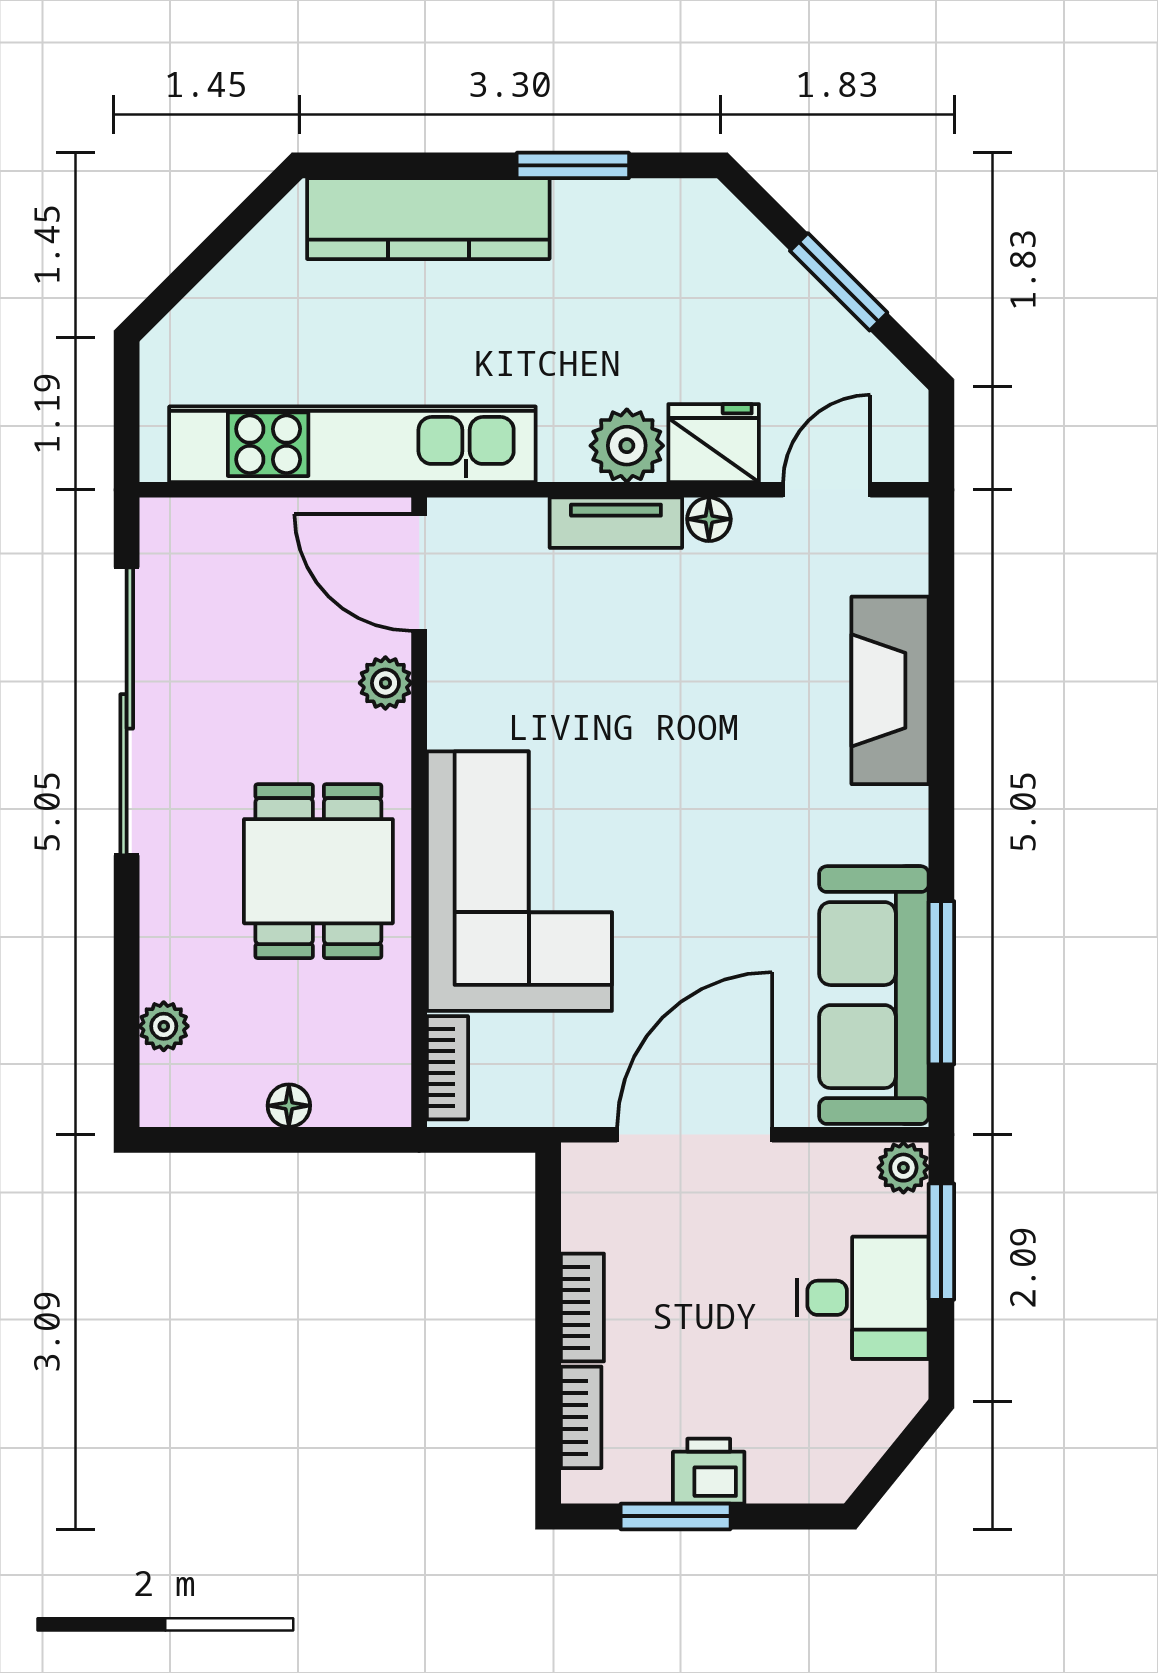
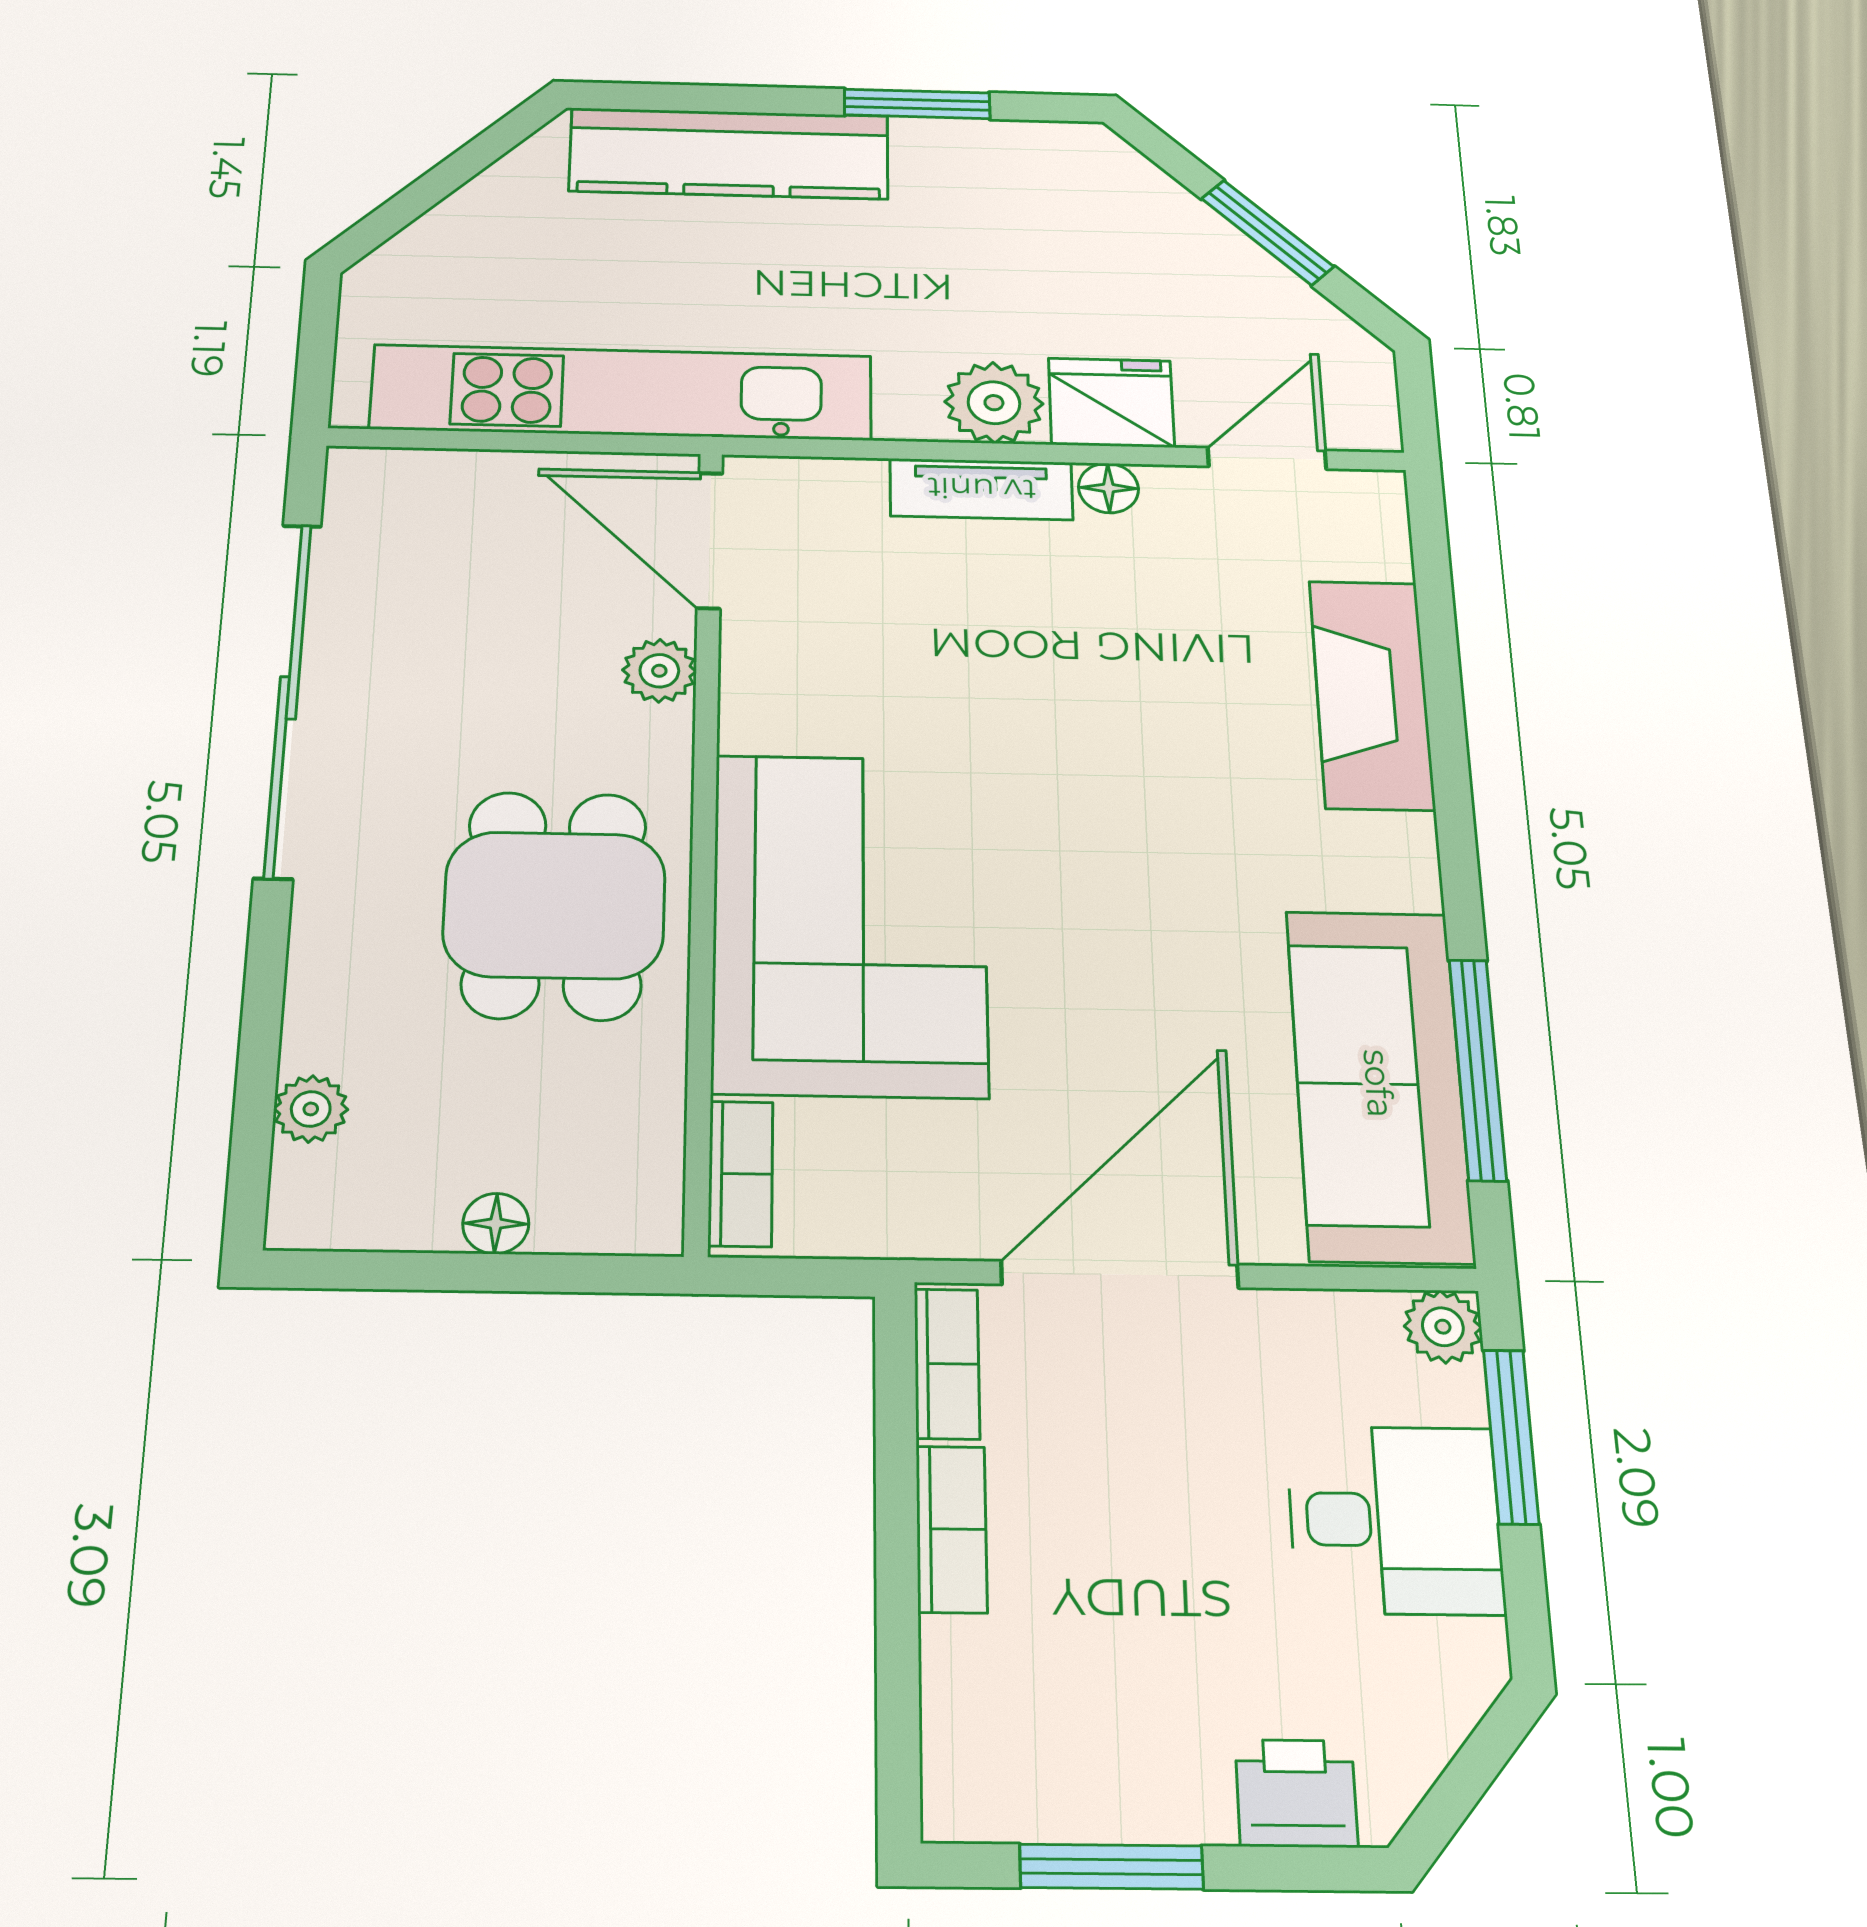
bookcase: (581, 1417) -> (947, 1364), moved
printer: (709, 1471) -> (1296, 1793), moved

